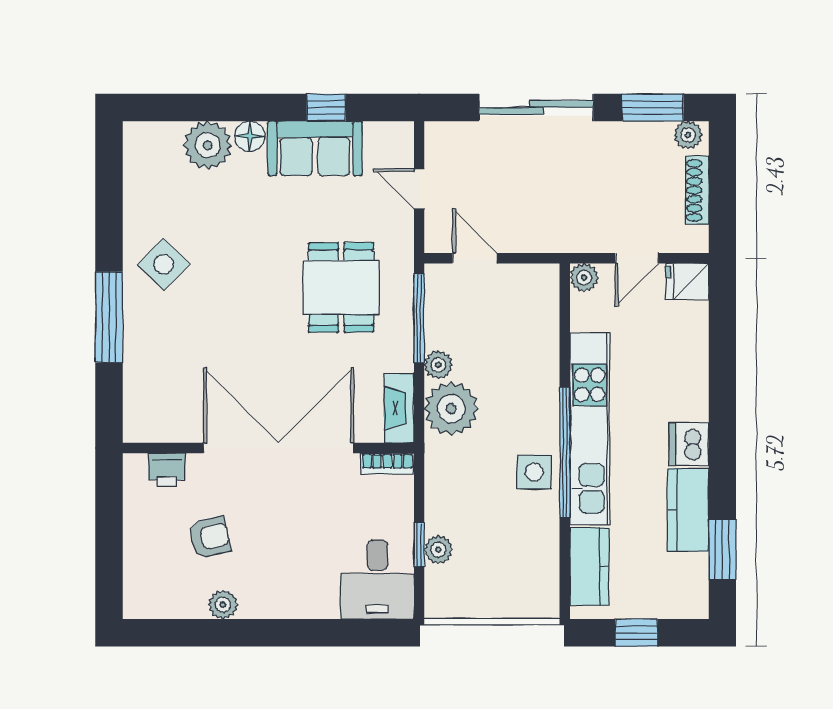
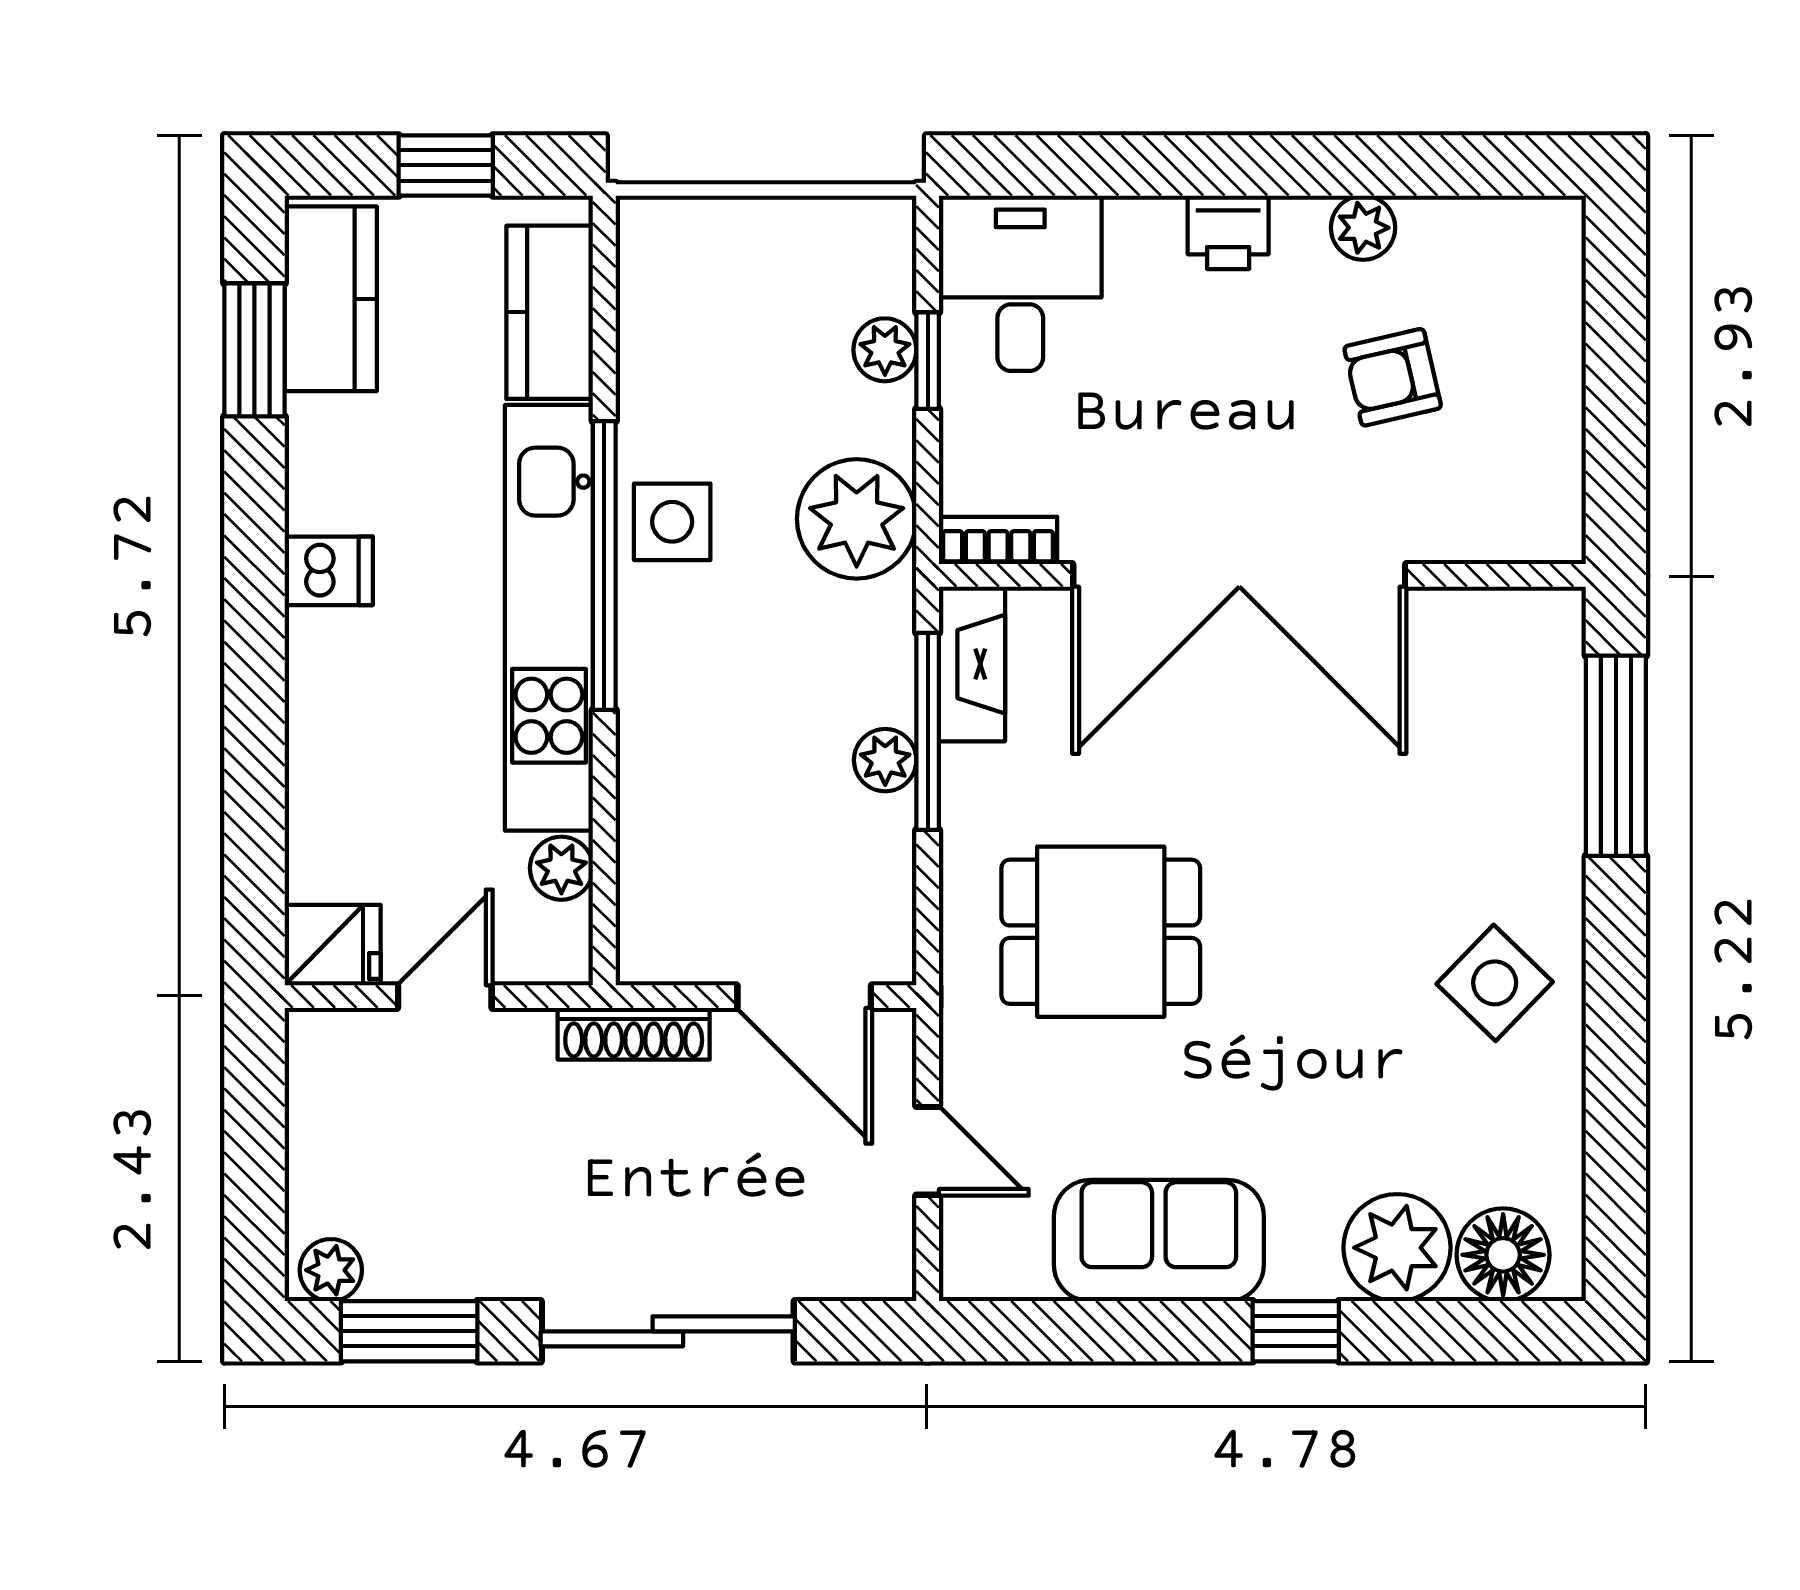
window: (326, 107) -> (1296, 1331), moved
floor lamp: (250, 136) -> (1503, 1255), moved, width x1.38, depth x1.38
shoe rack: (697, 190) -> (634, 1034), moved, turned 90
door: (475, 258) -> (804, 997), width x1.38
plant: (584, 278) -> (561, 868), moved
dining table: (341, 287) -> (1101, 932), turned 90
window: (109, 317) -> (1616, 756), moved
window: (419, 318) -> (928, 731), moved
plant: (451, 409) -> (857, 519), moved
dishwasher: (689, 444) -> (329, 571), width x0.73
printer: (167, 470) -> (1228, 232), moved, turned 180
kitchen counter: (688, 510) -> (331, 299), moved

